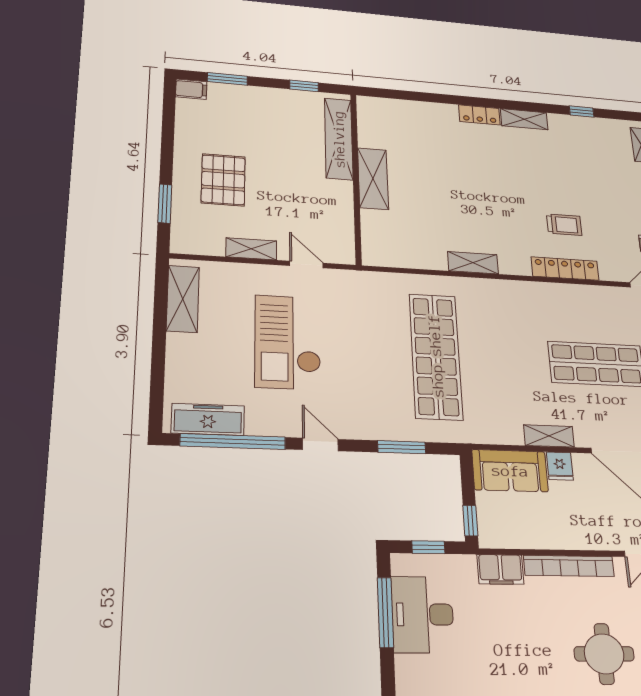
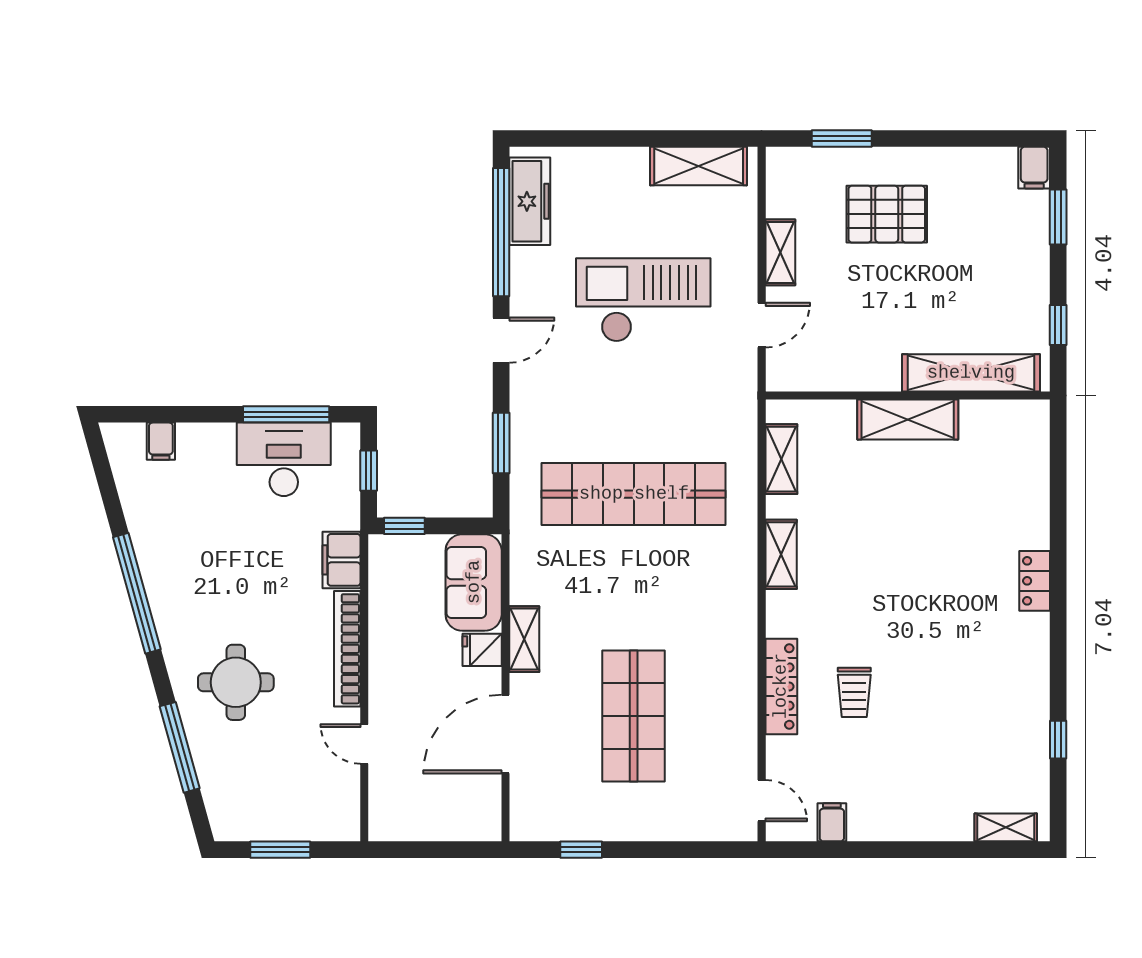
shelving: (524, 119) -> (781, 459), moved

